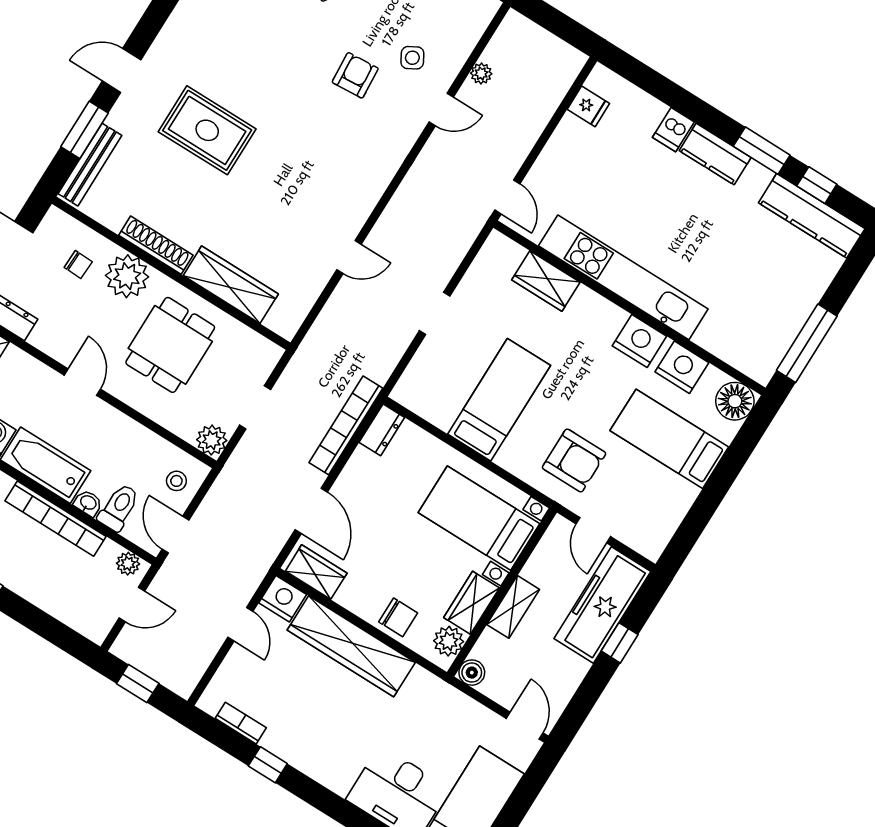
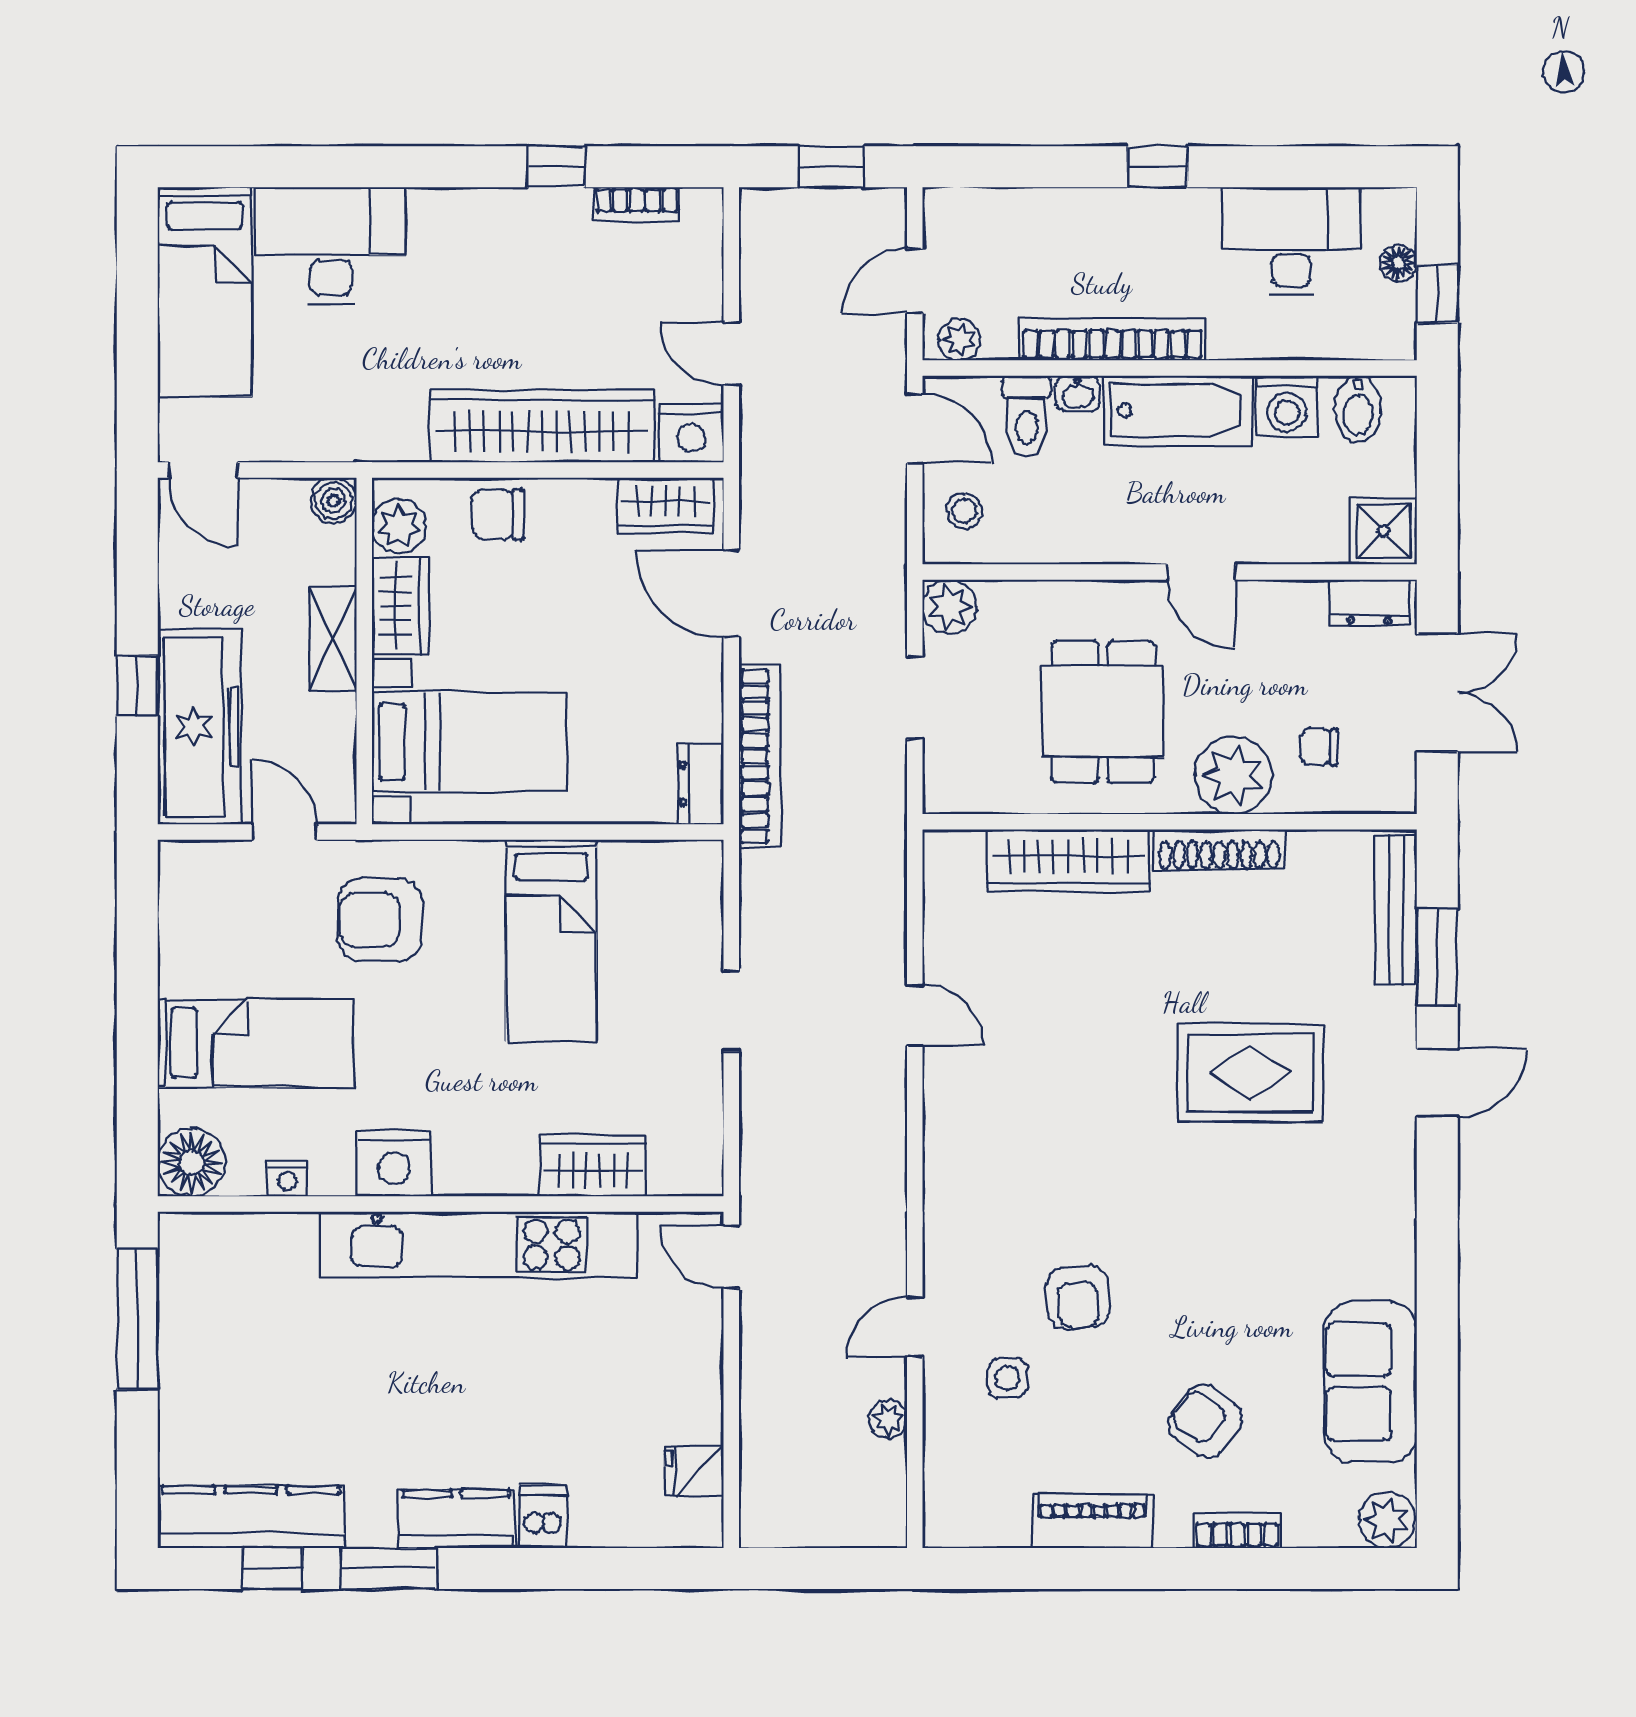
side table: (412, 58) -> (1008, 1378), turned 30
door: (349, 257) -> (915, 1015), swing flipped
nightstand: (682, 367) -> (287, 1178), width x0.53, depth x0.56

